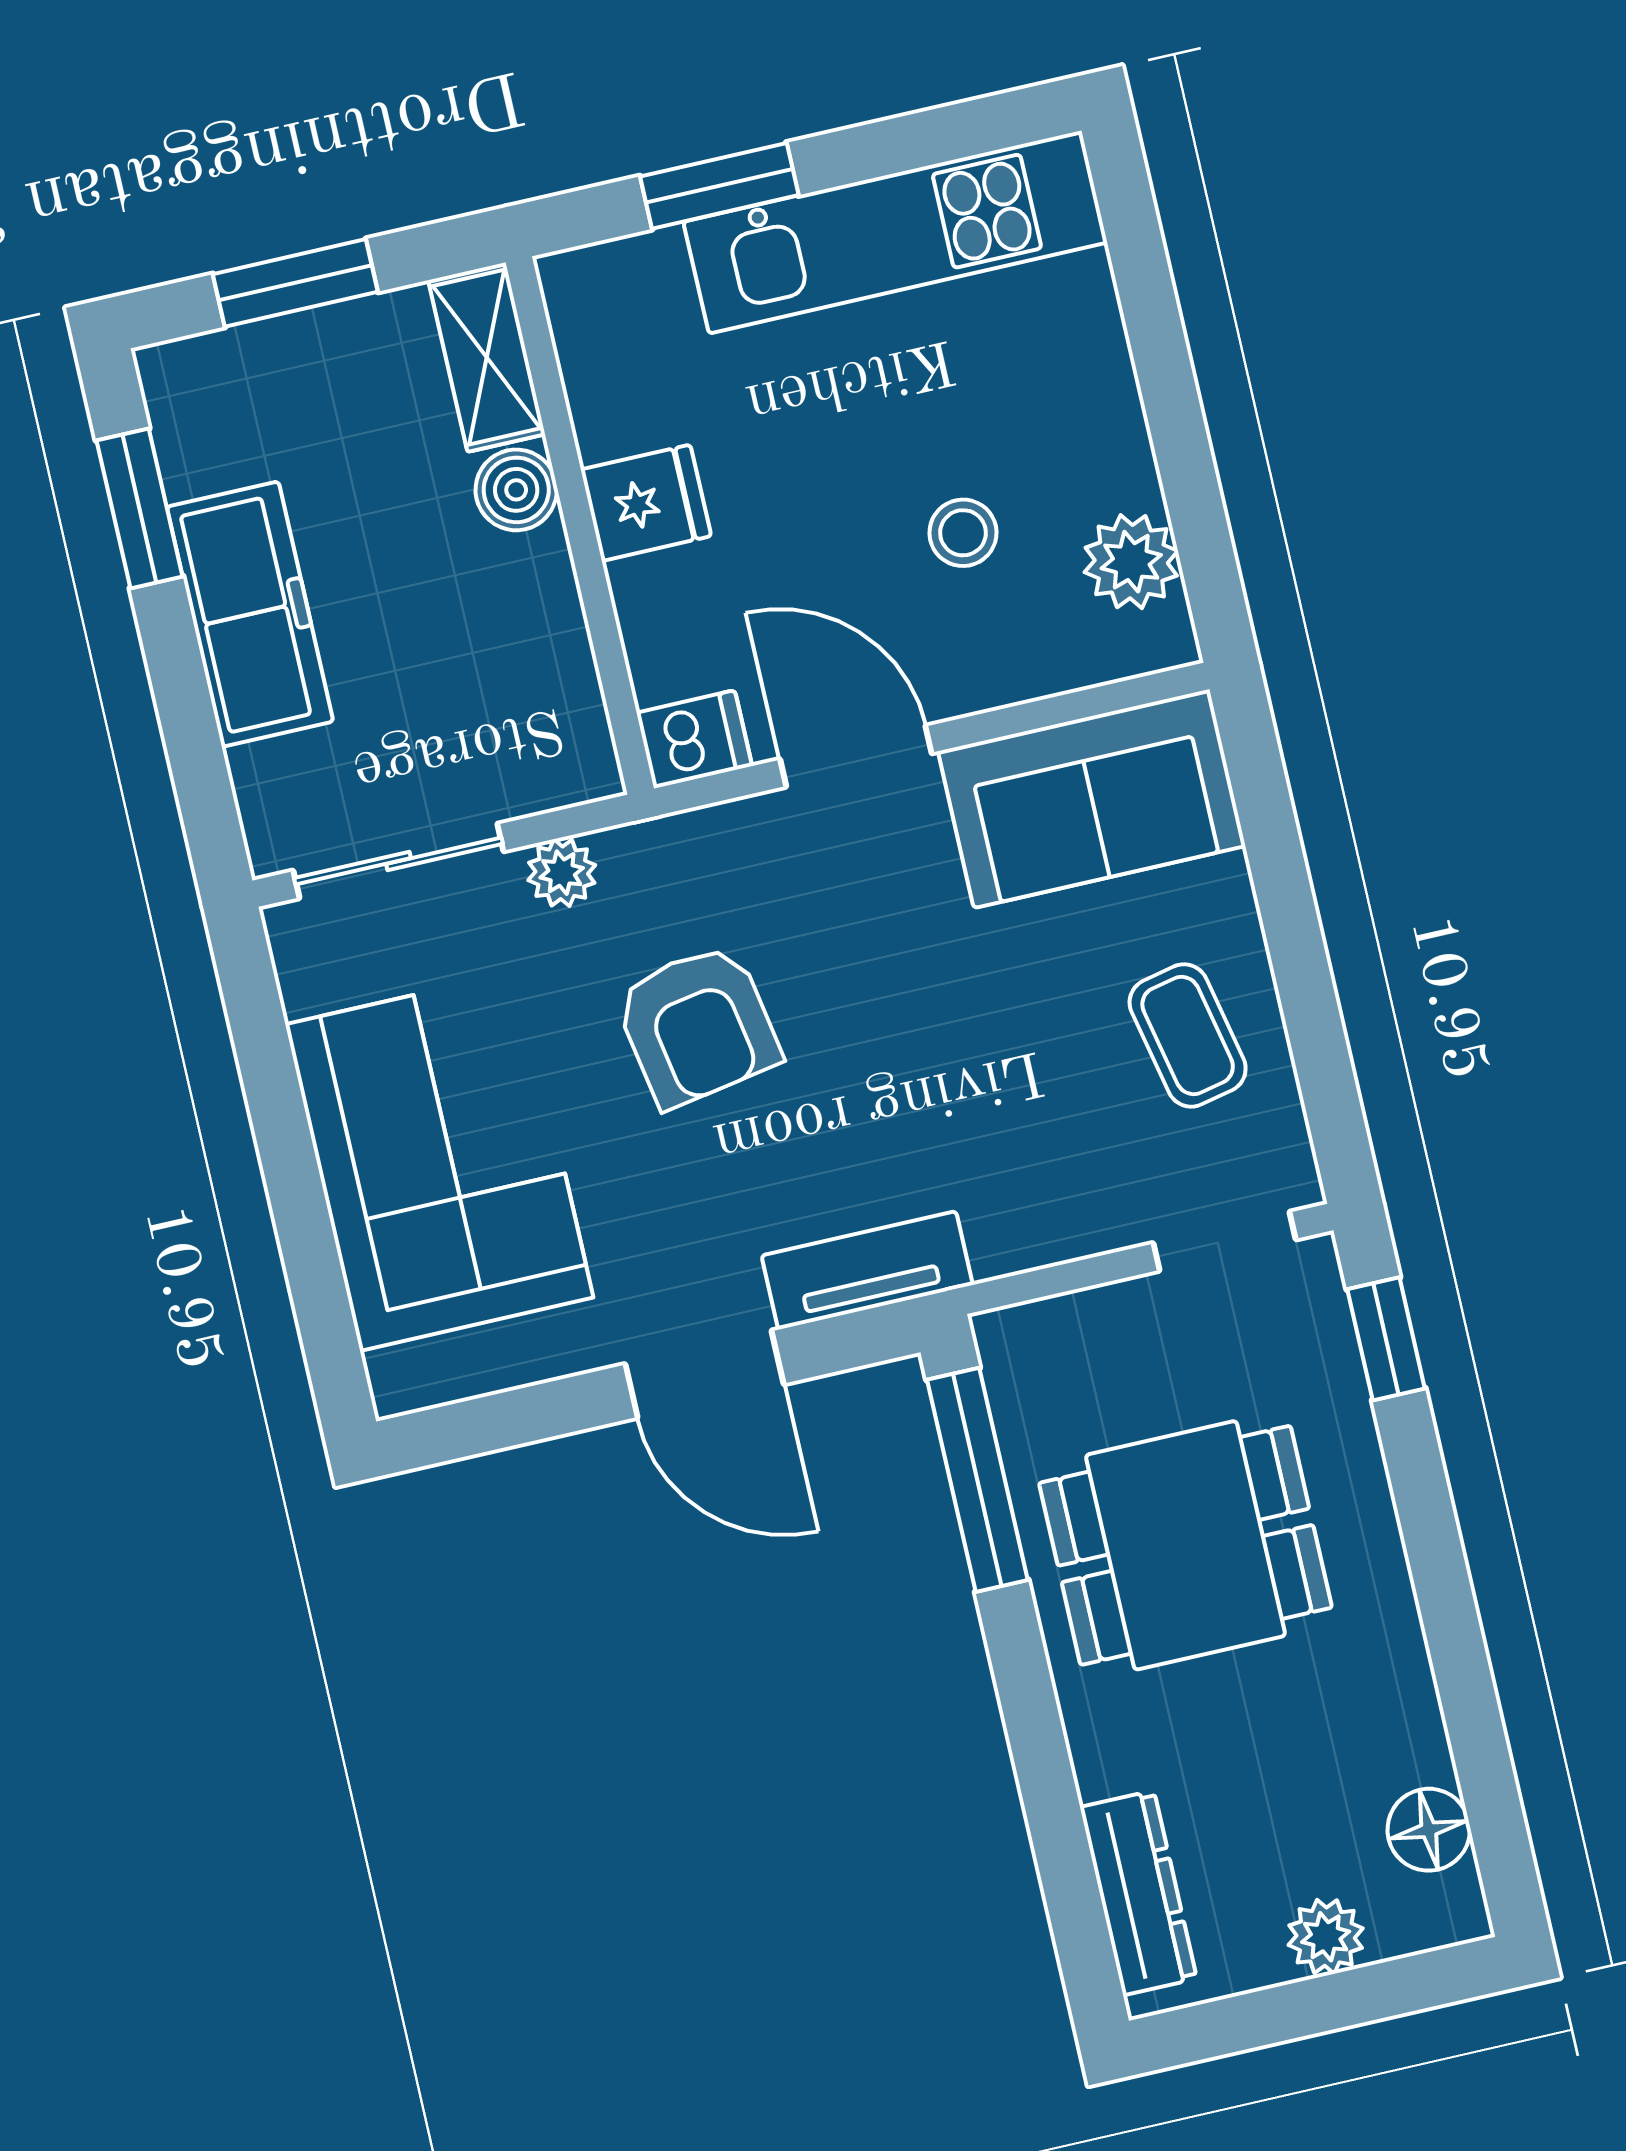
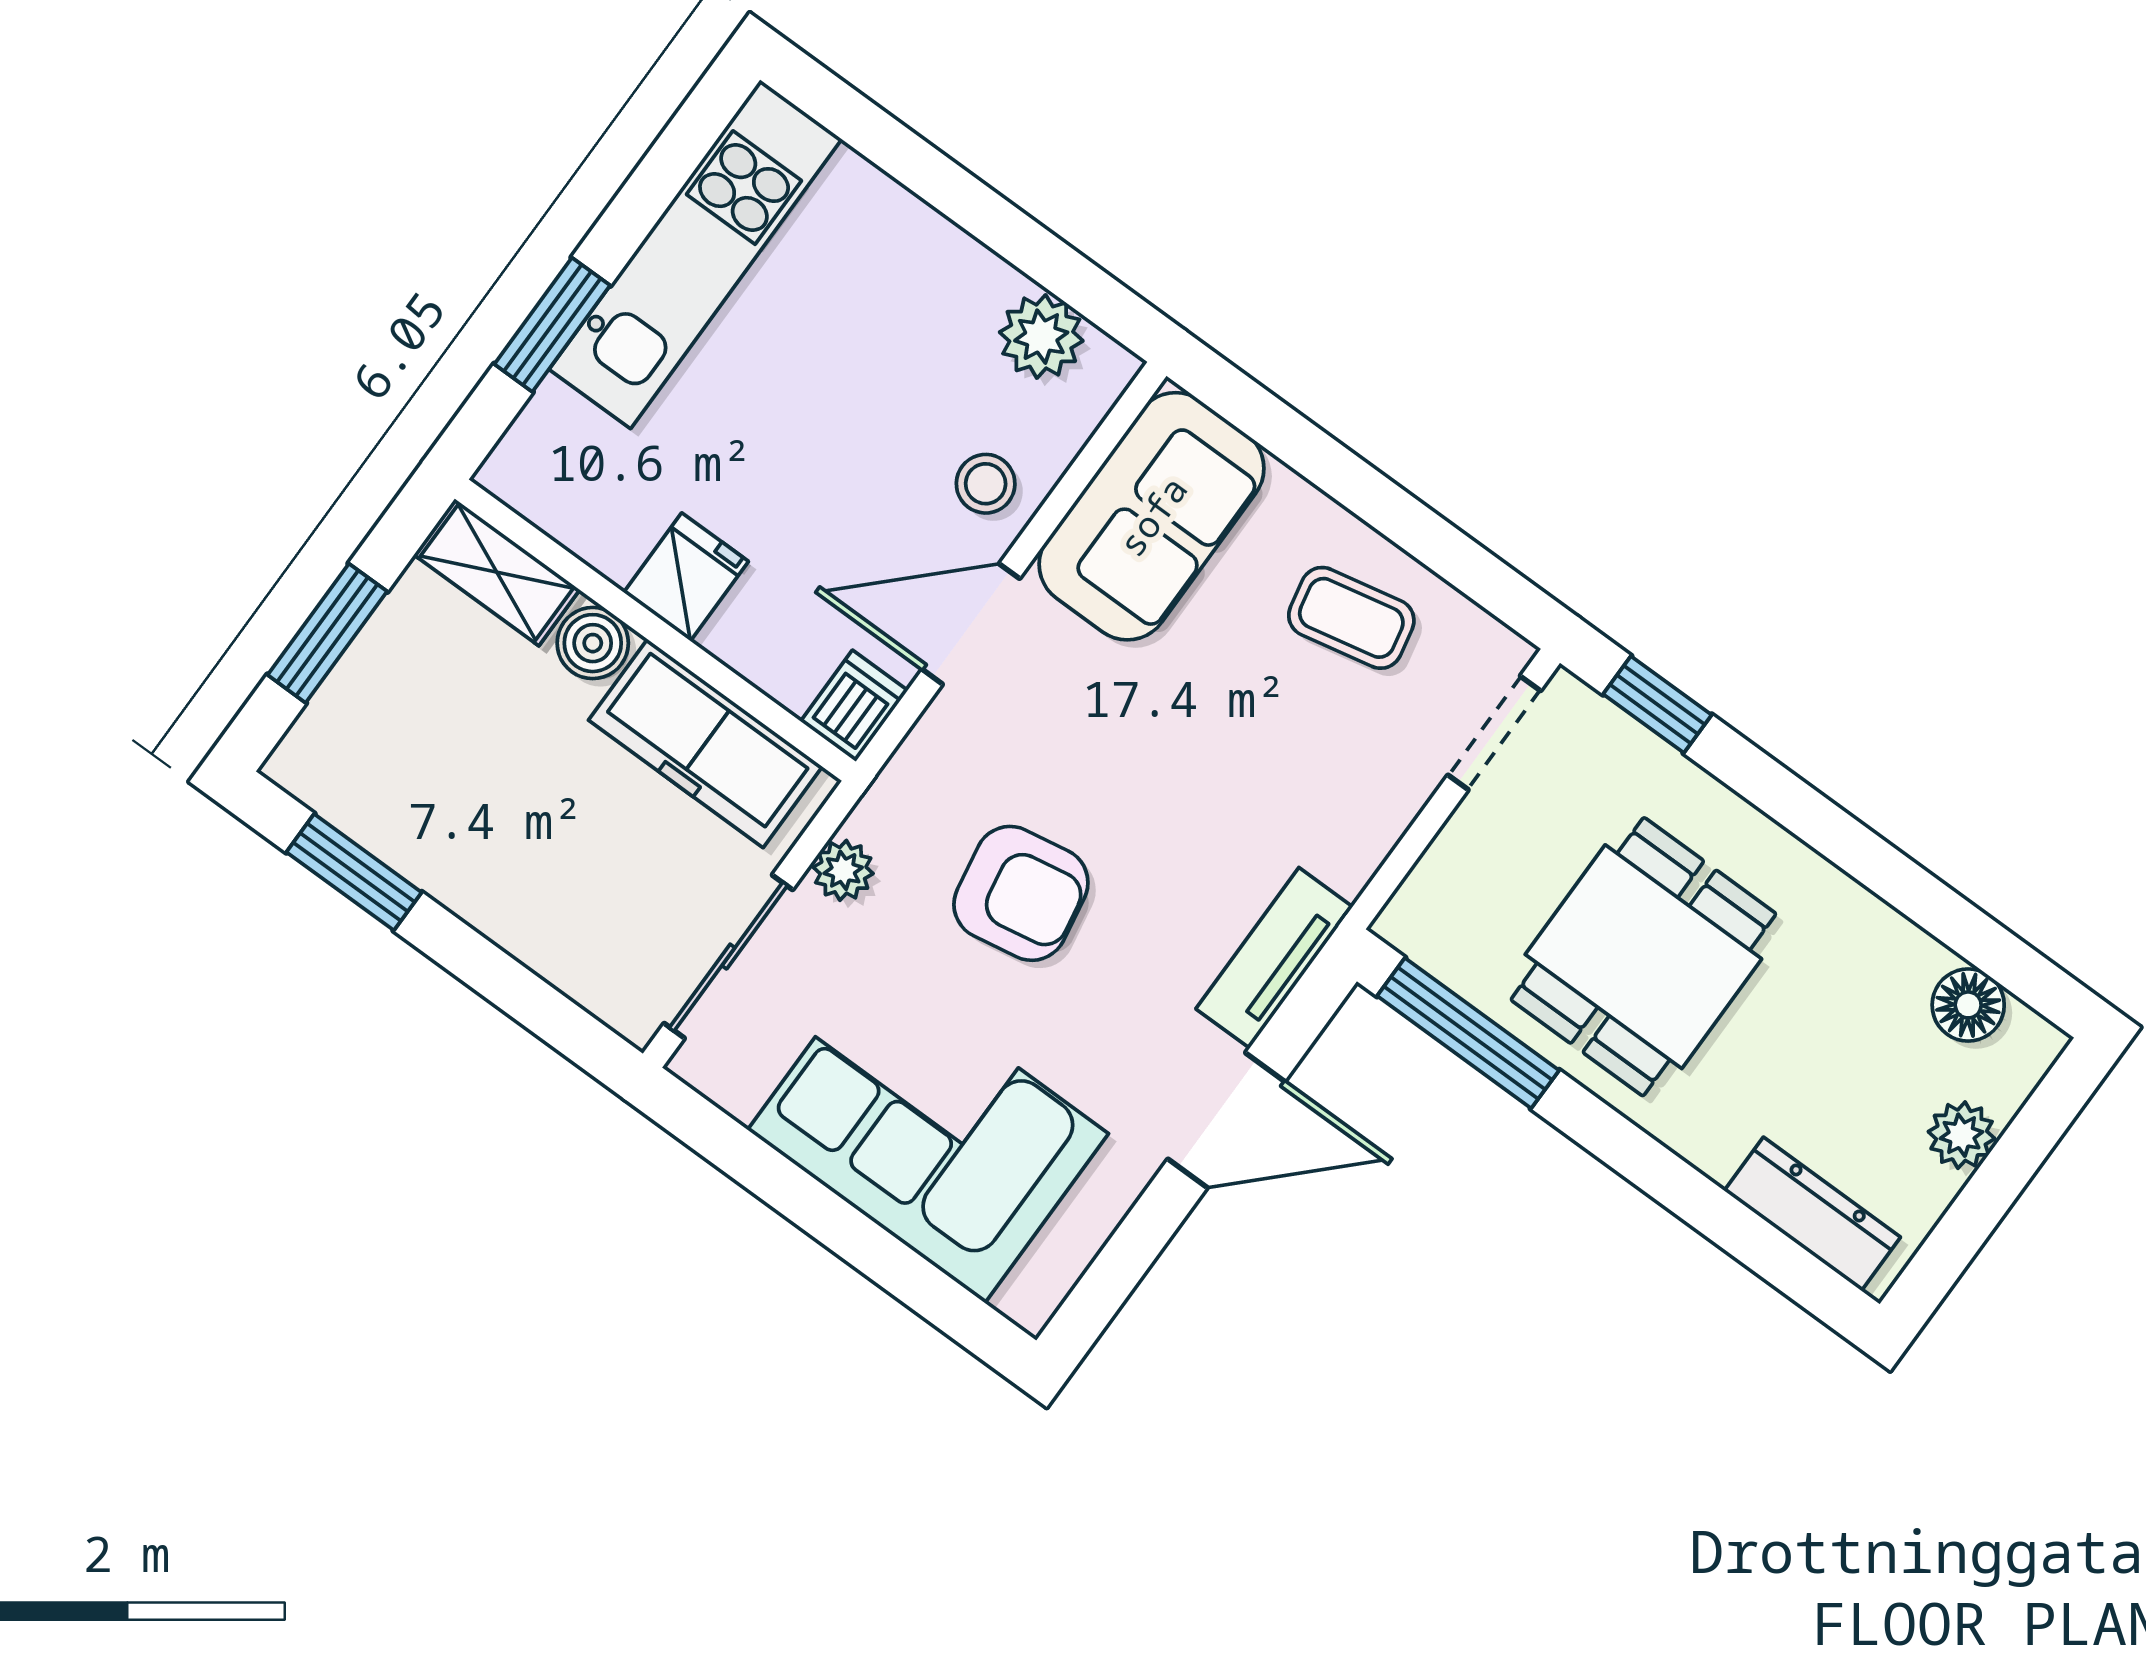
stool: (963, 533) -> (986, 484), moved
freezer: (250, 614) -> (705, 743), moved, turned 180

